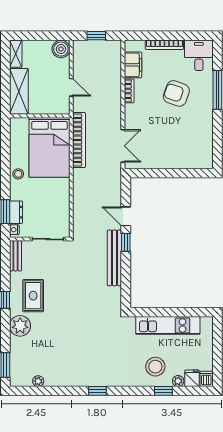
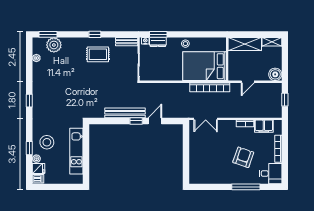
plant: (20, 326) -> (54, 45), moved

